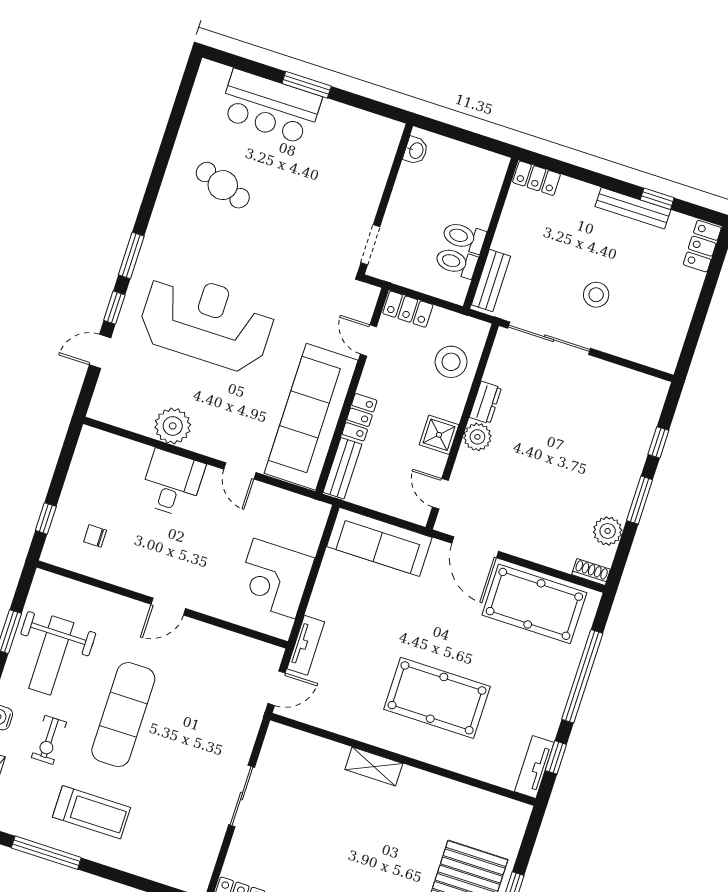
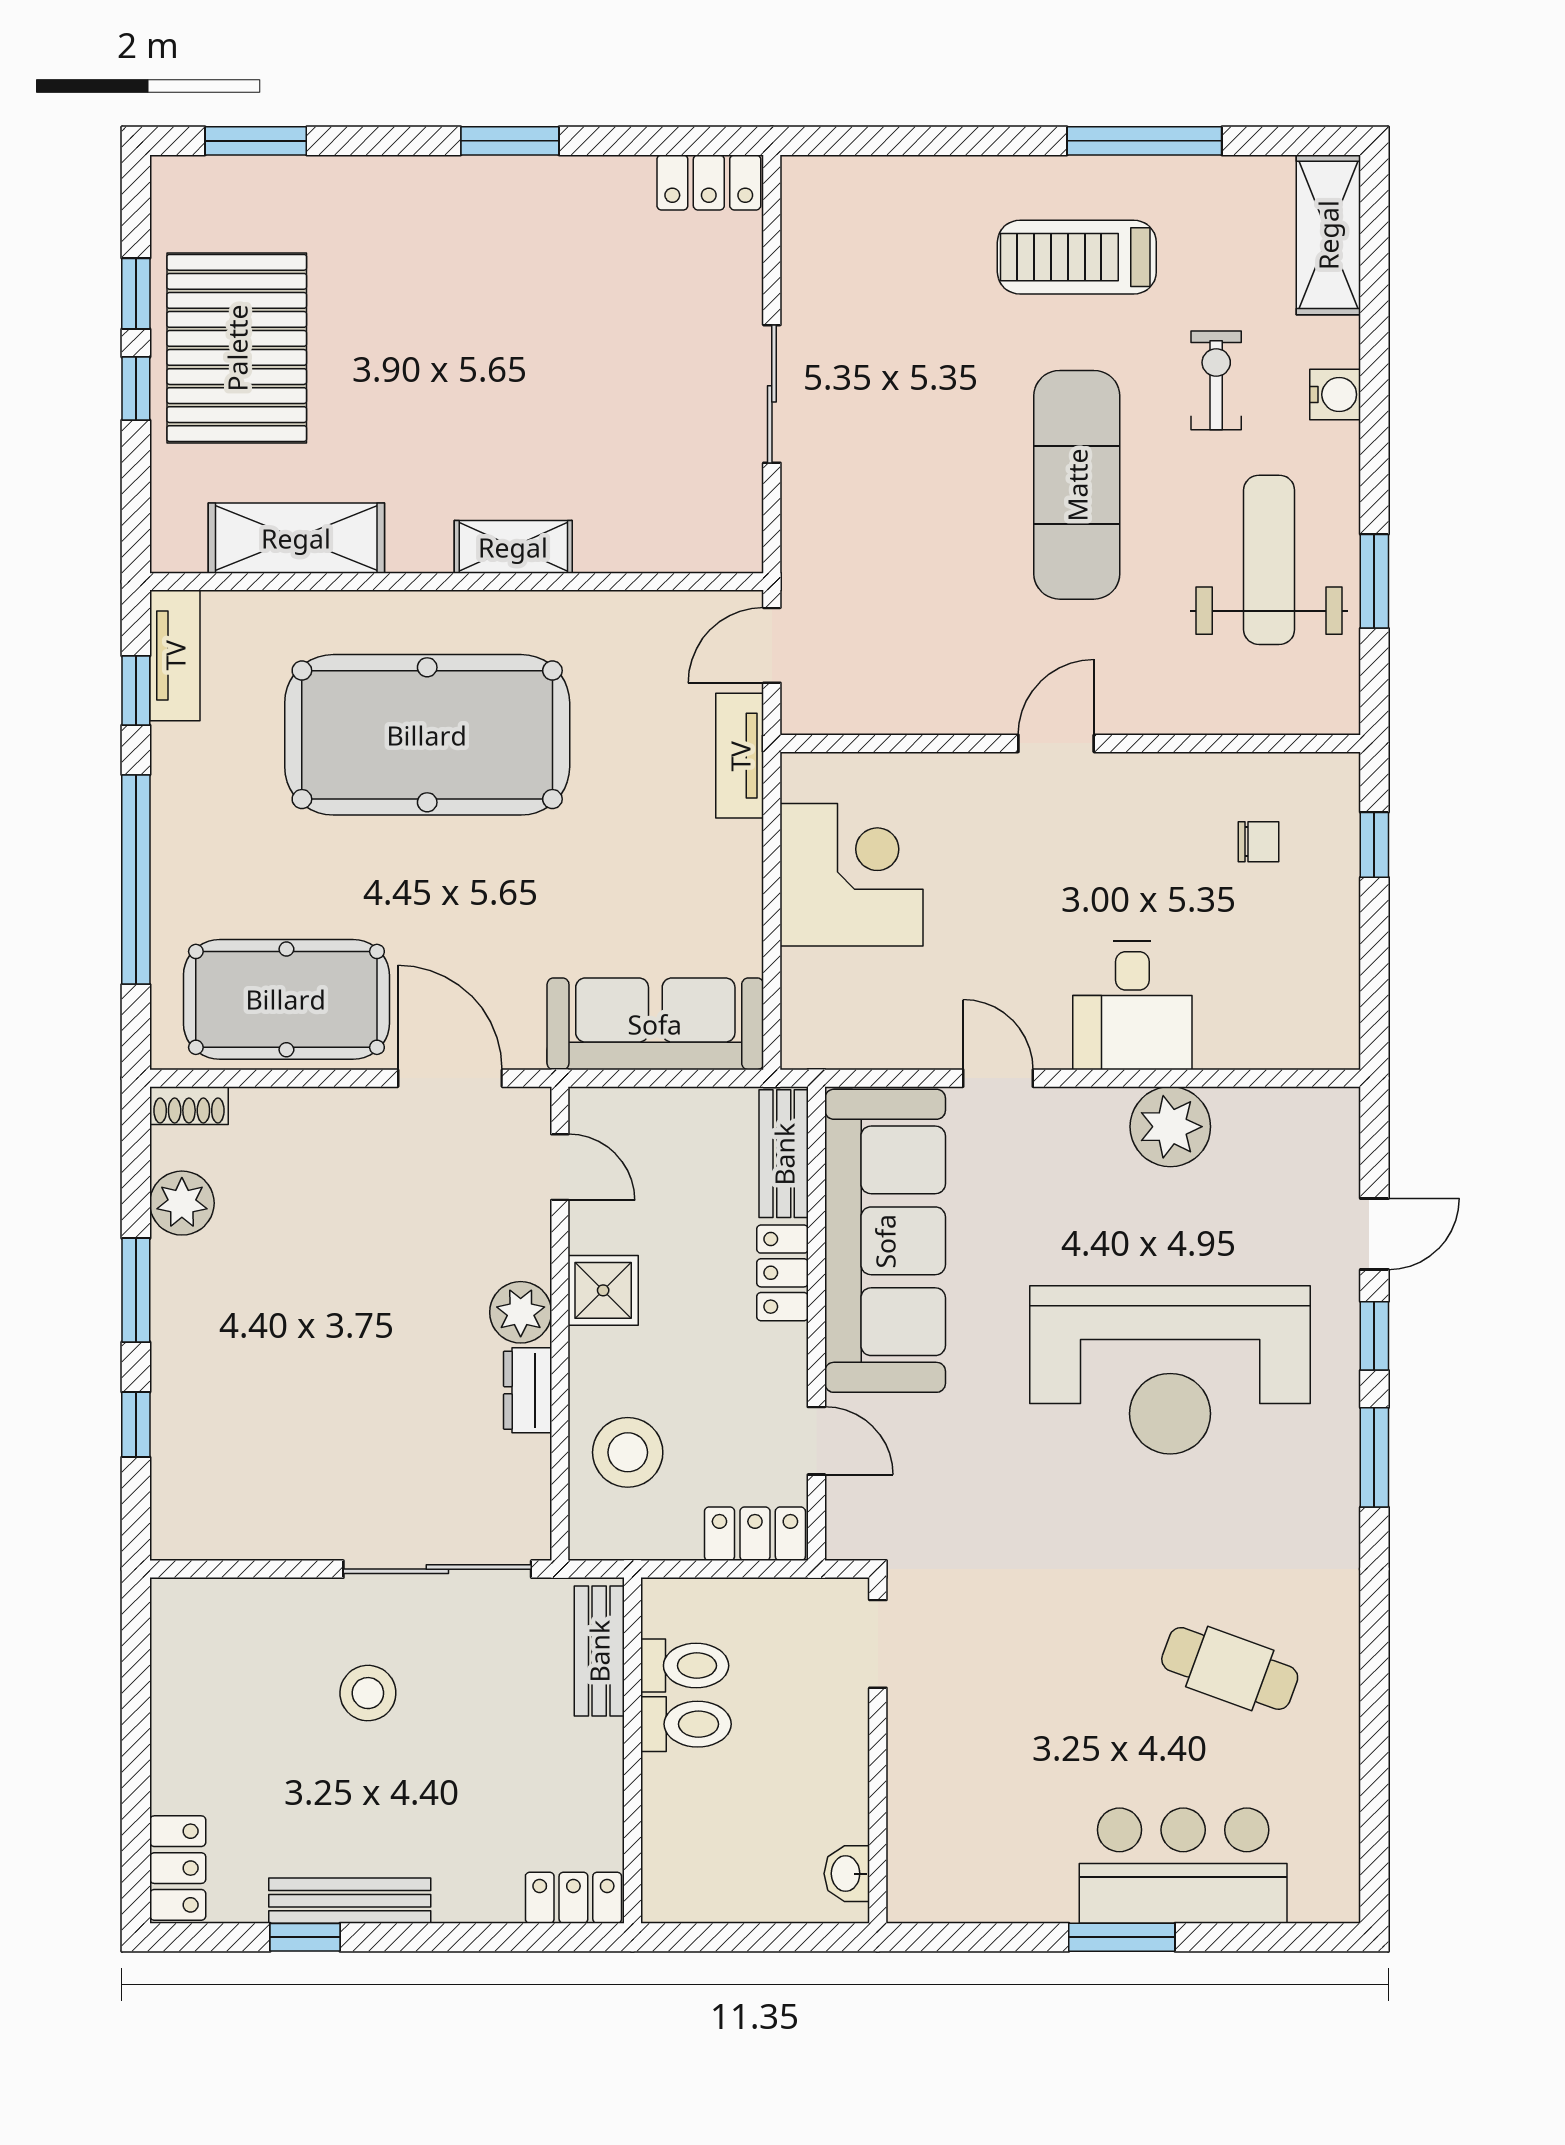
pool table: (437, 698) -> (427, 735), width x1.36, depth x1.32
shelving: (466, 800) -> (296, 538), added

